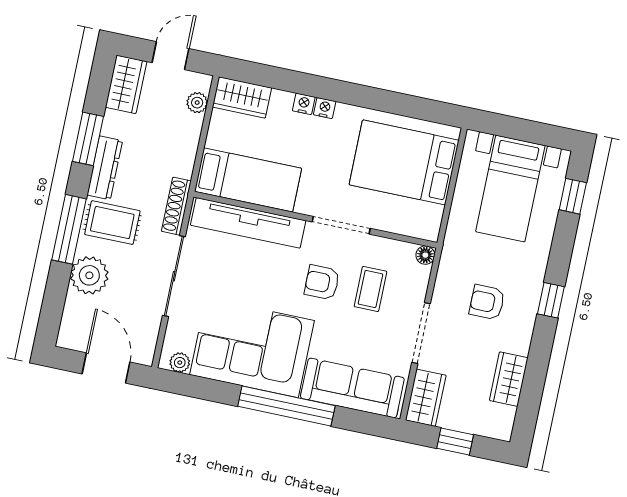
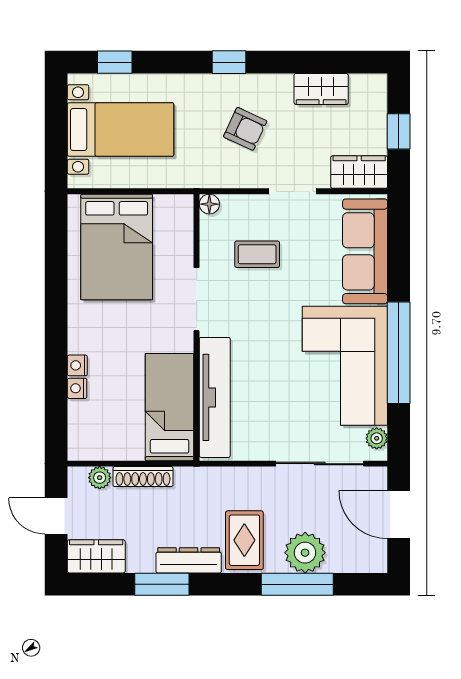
wardrobe: (242, 97) -> (84, 432), removed
nightstand: (325, 108) -> (77, 388), moved
shoe rack: (176, 206) -> (143, 477), moved
window: (69, 229) -> (297, 584), moved
sliding door: (174, 276) -> (320, 464), moved
armchair: (322, 282) -> (261, 307), removed
armchair: (487, 302) -> (245, 129), turned -65
doorway: (421, 333) -> (292, 191), width x0.73
door: (106, 368) -> (399, 515), hinge flipped
window: (286, 406) -> (399, 353), moved

